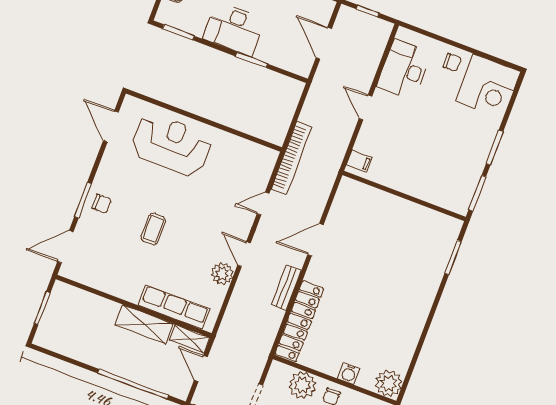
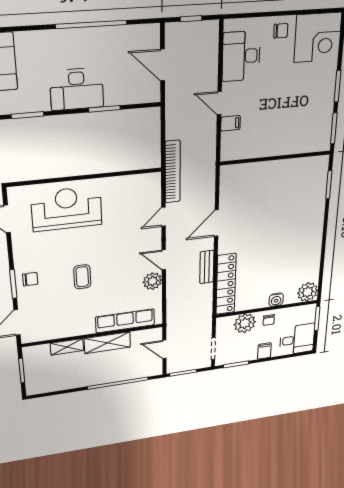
filing cabinet: (359, 161) -> (230, 123), moved
shelving: (189, 339) -> (67, 347), moved

